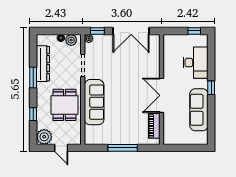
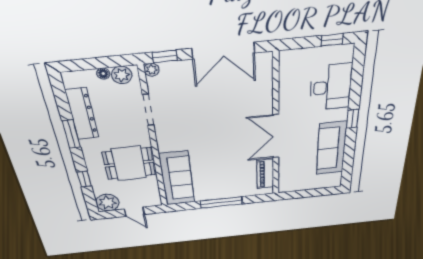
sofa: (94, 102) -> (177, 178), moved
dining table: (64, 105) -> (129, 163), turned 90

